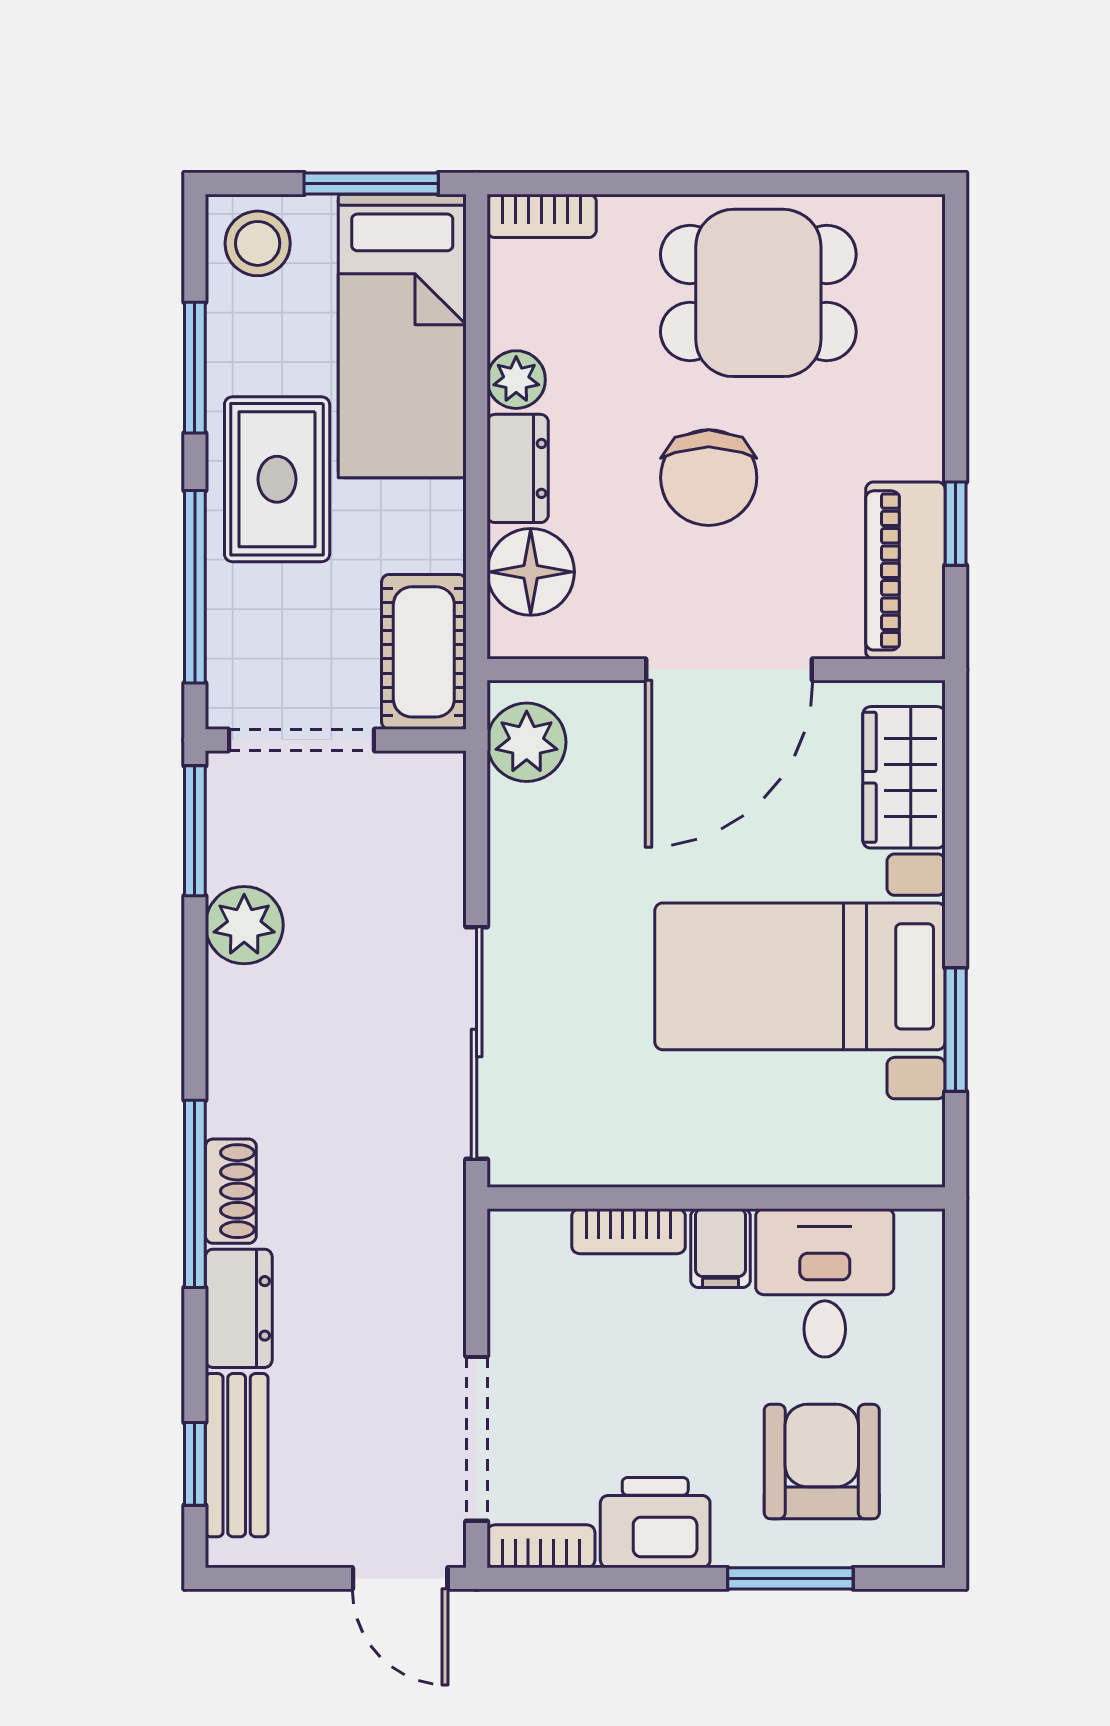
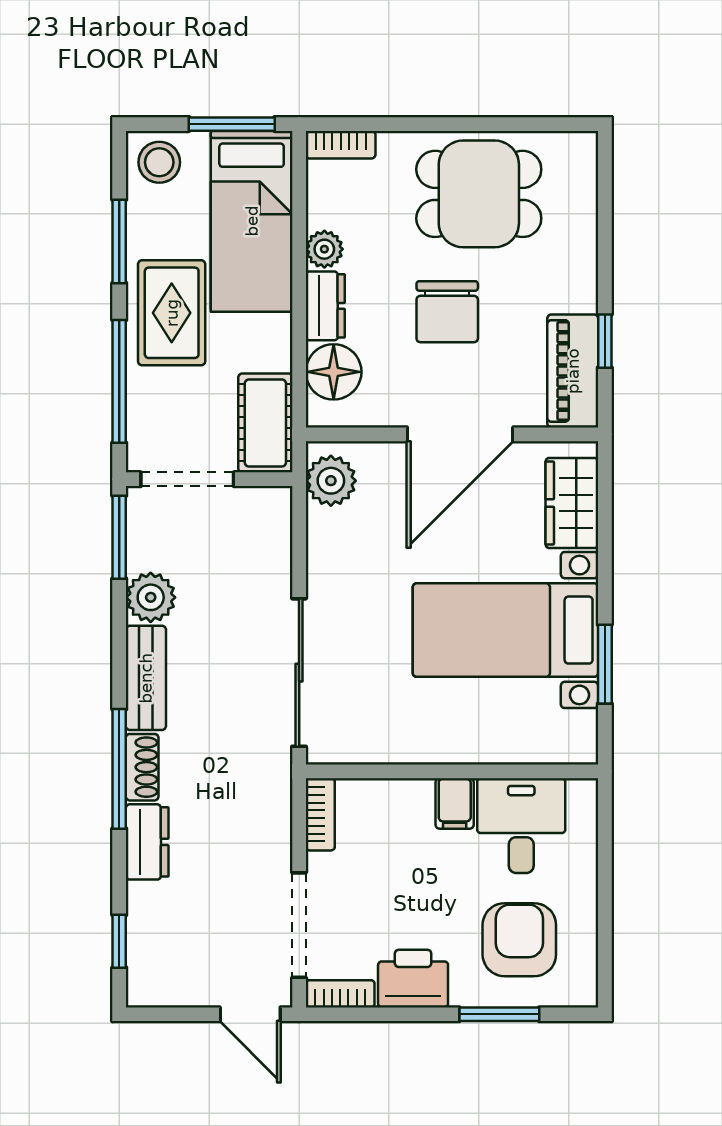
bookcase: (629, 1231) -> (320, 814), moved, turned -90
bench: (237, 1455) -> (146, 678), moved

